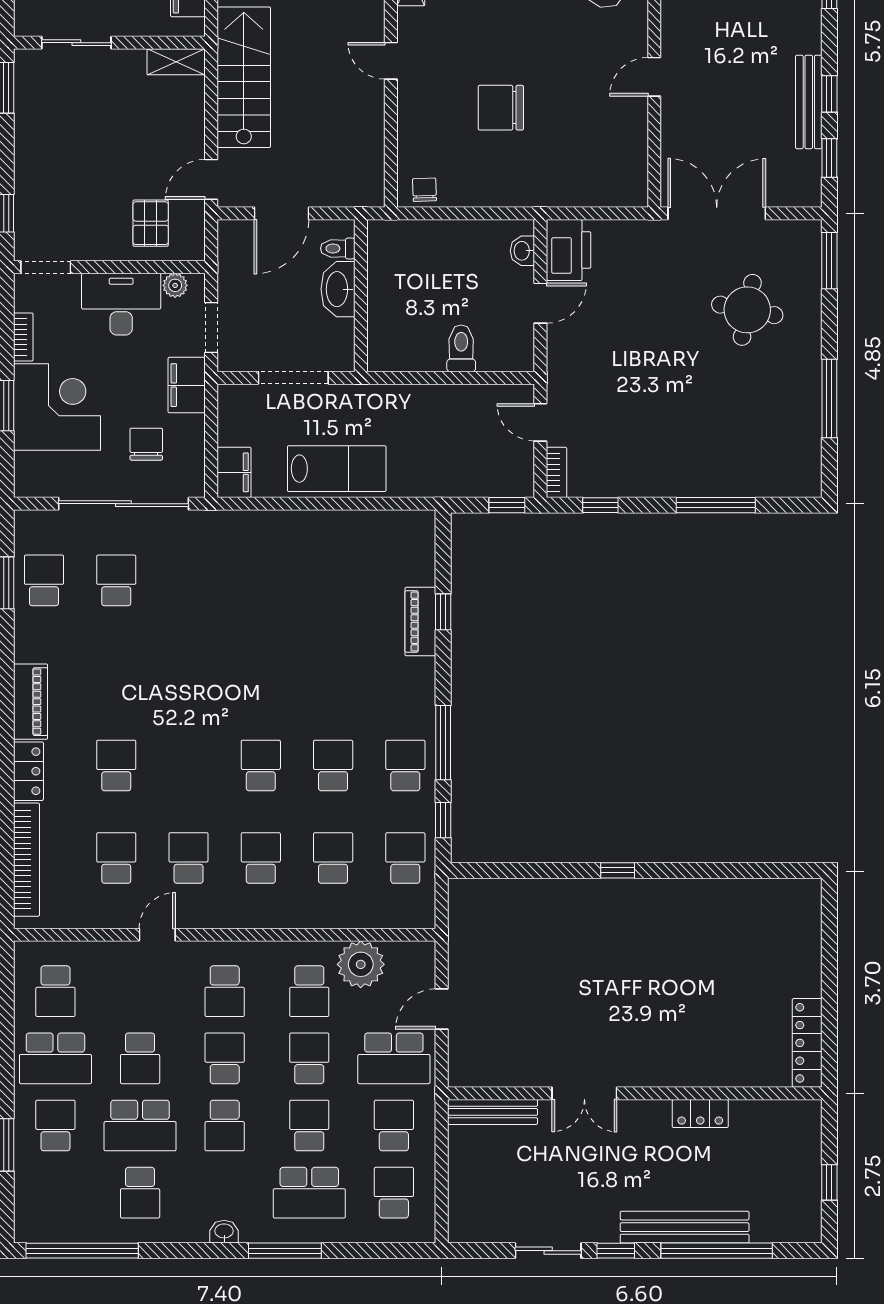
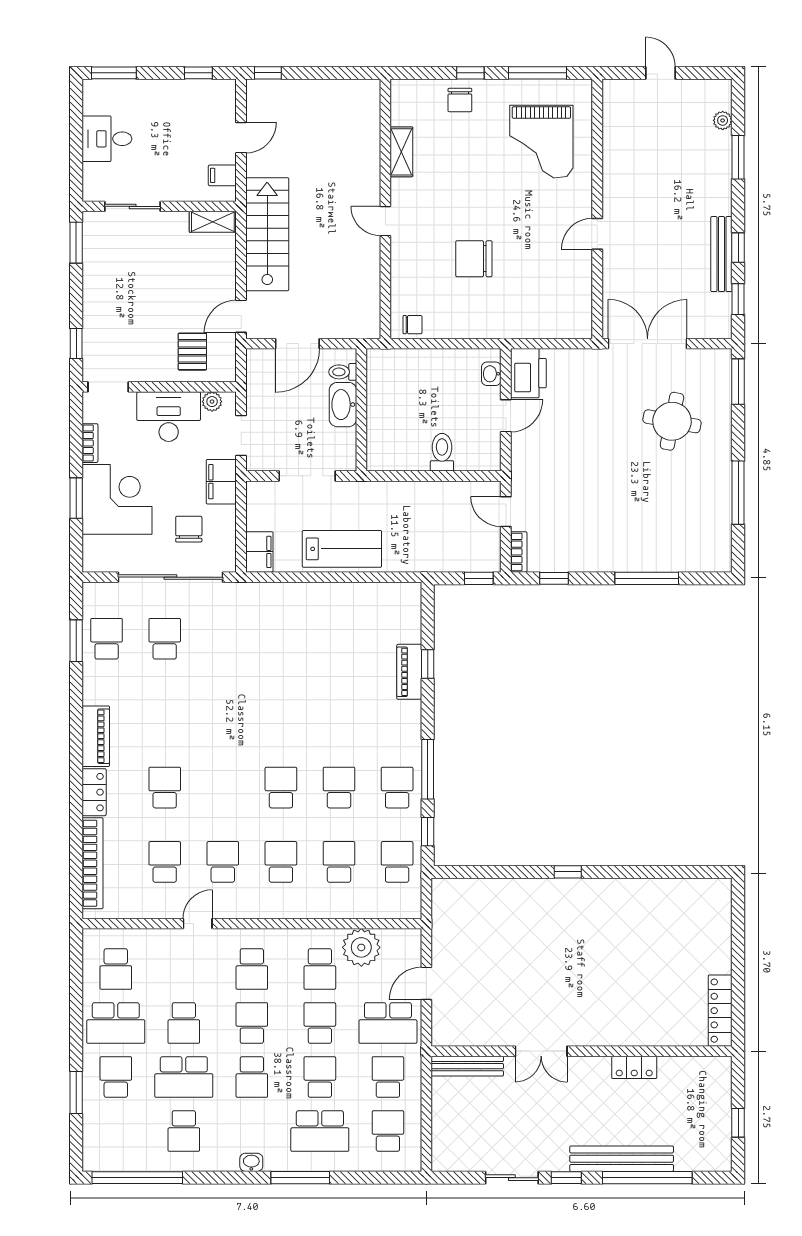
chair: (424, 190) -> (413, 325), turned 92

